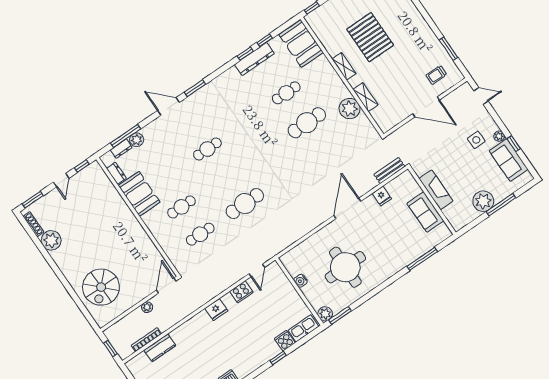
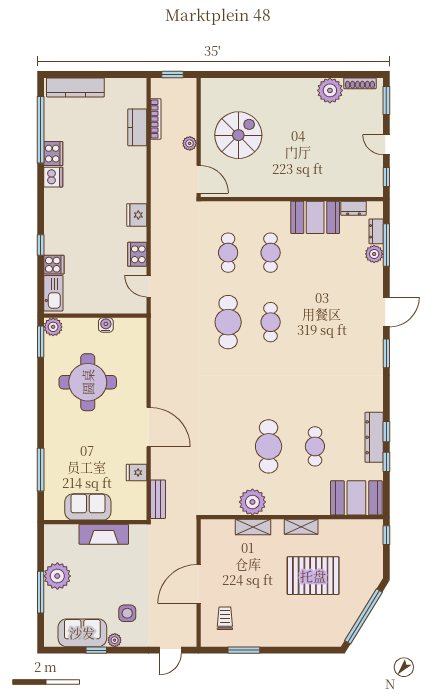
cafe table: (207, 149) -> (271, 322), moved
spiral stairs: (101, 287) -> (238, 135), moved, turned 90

